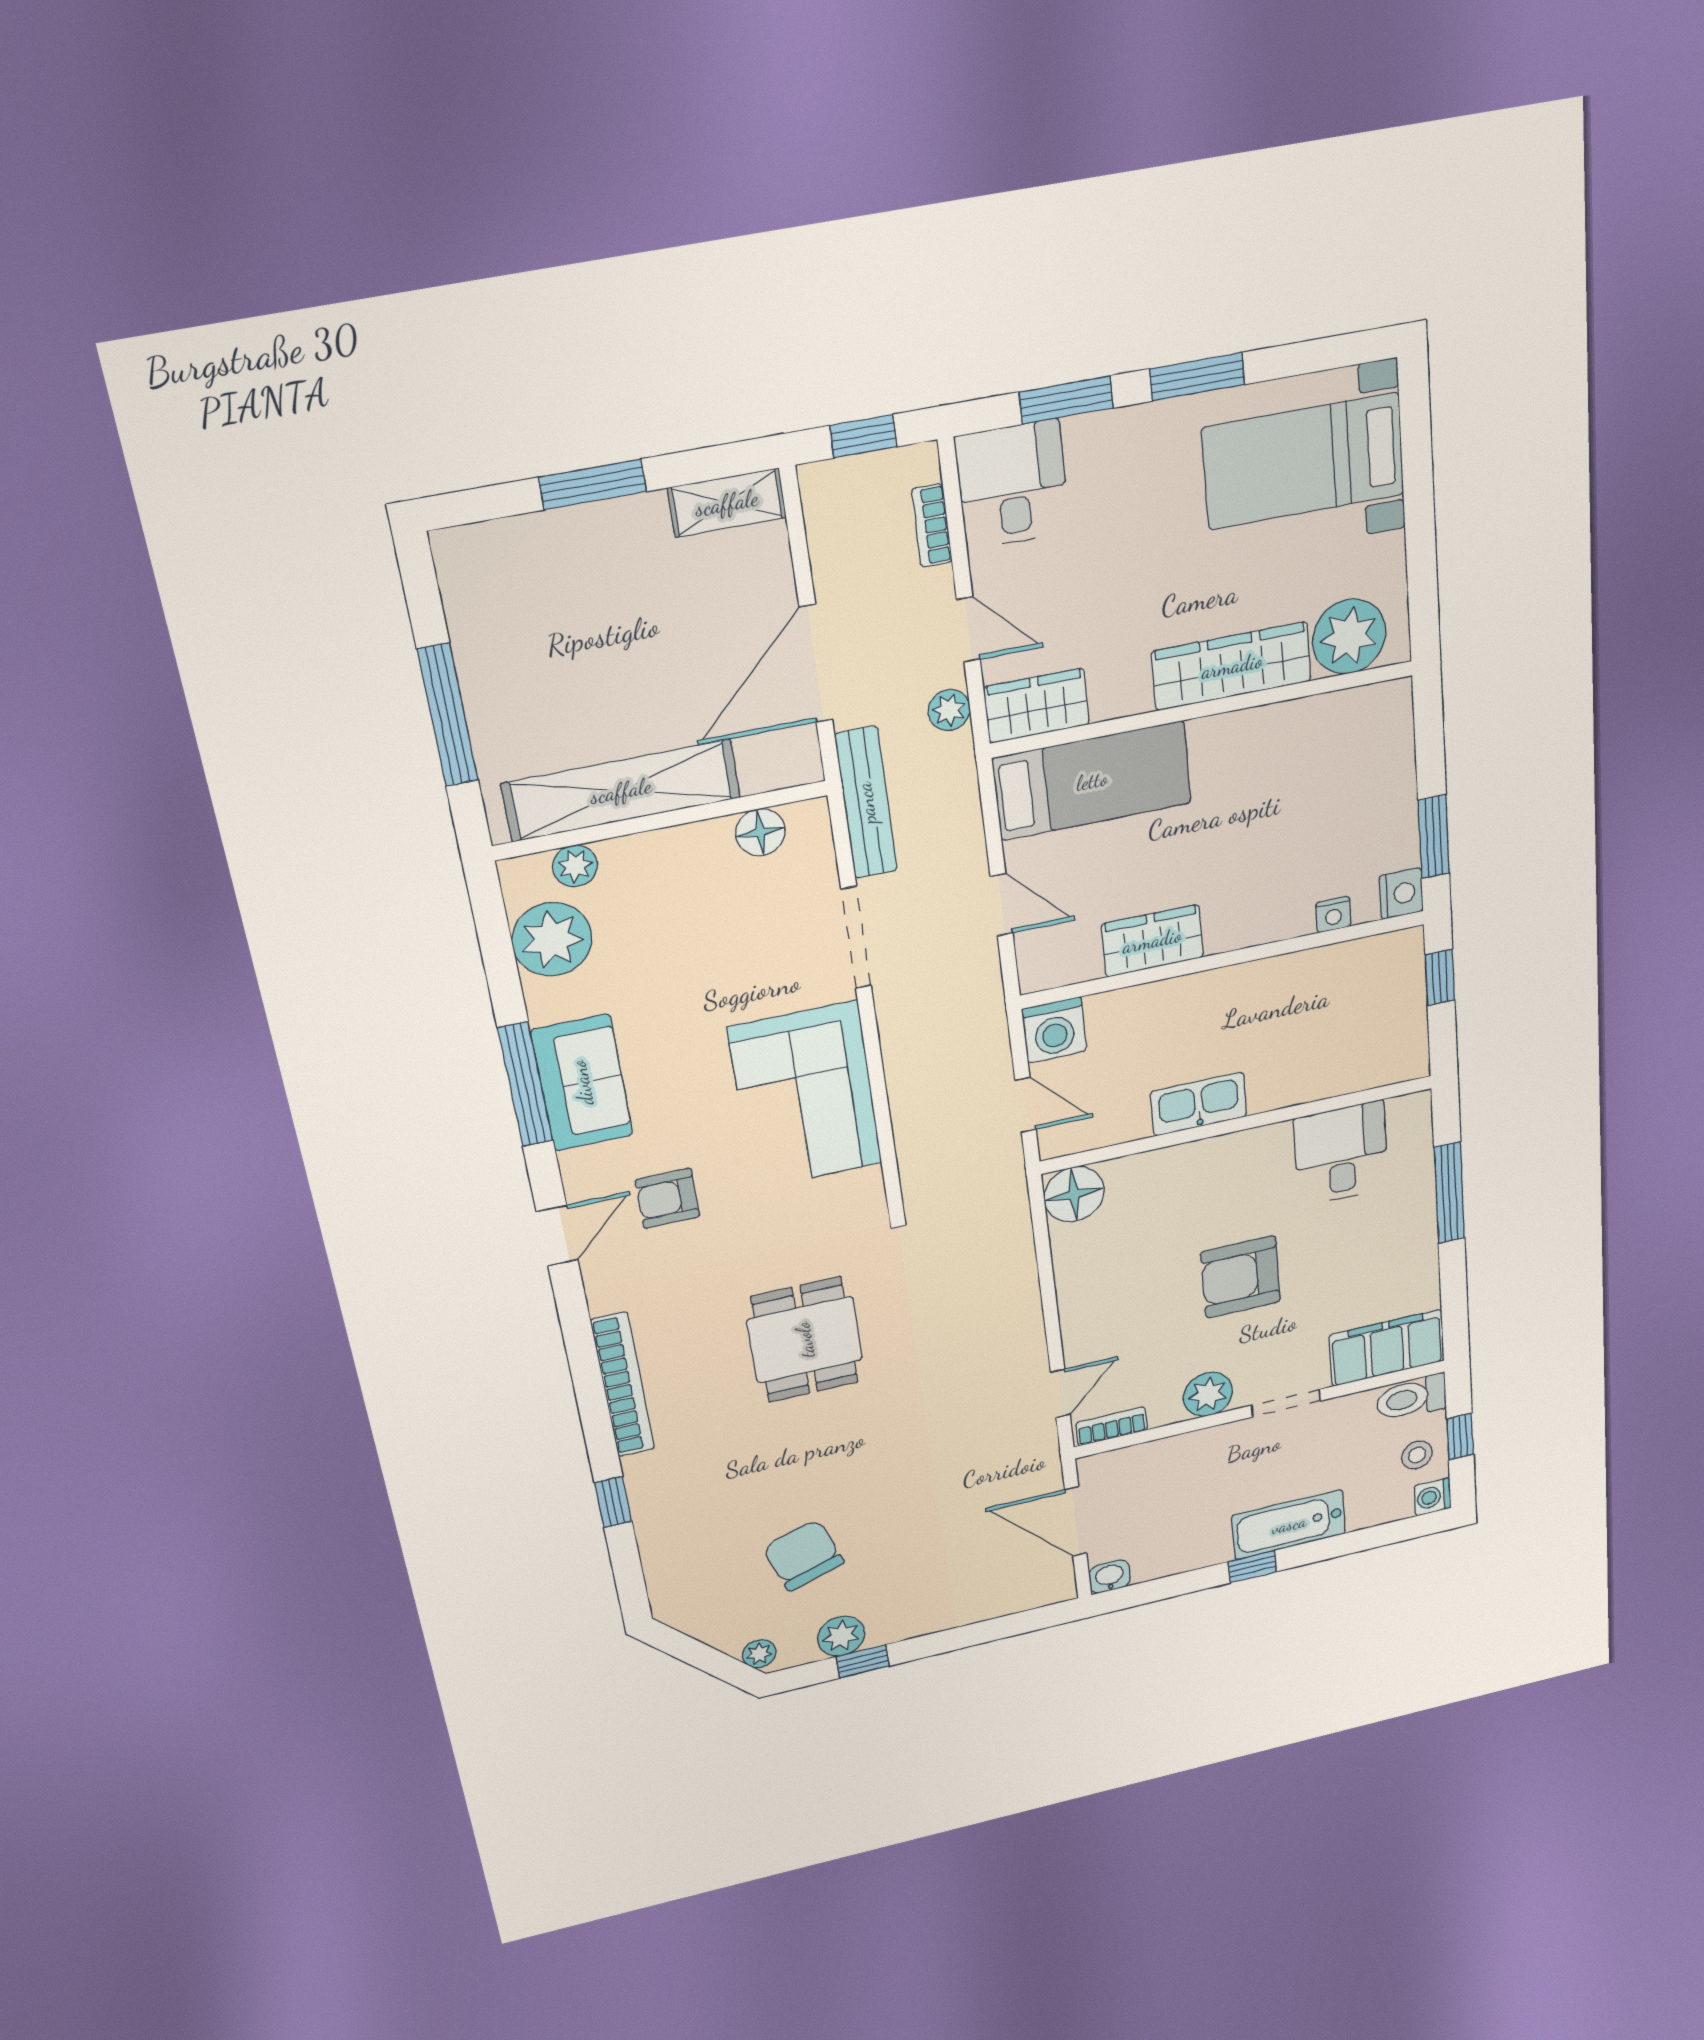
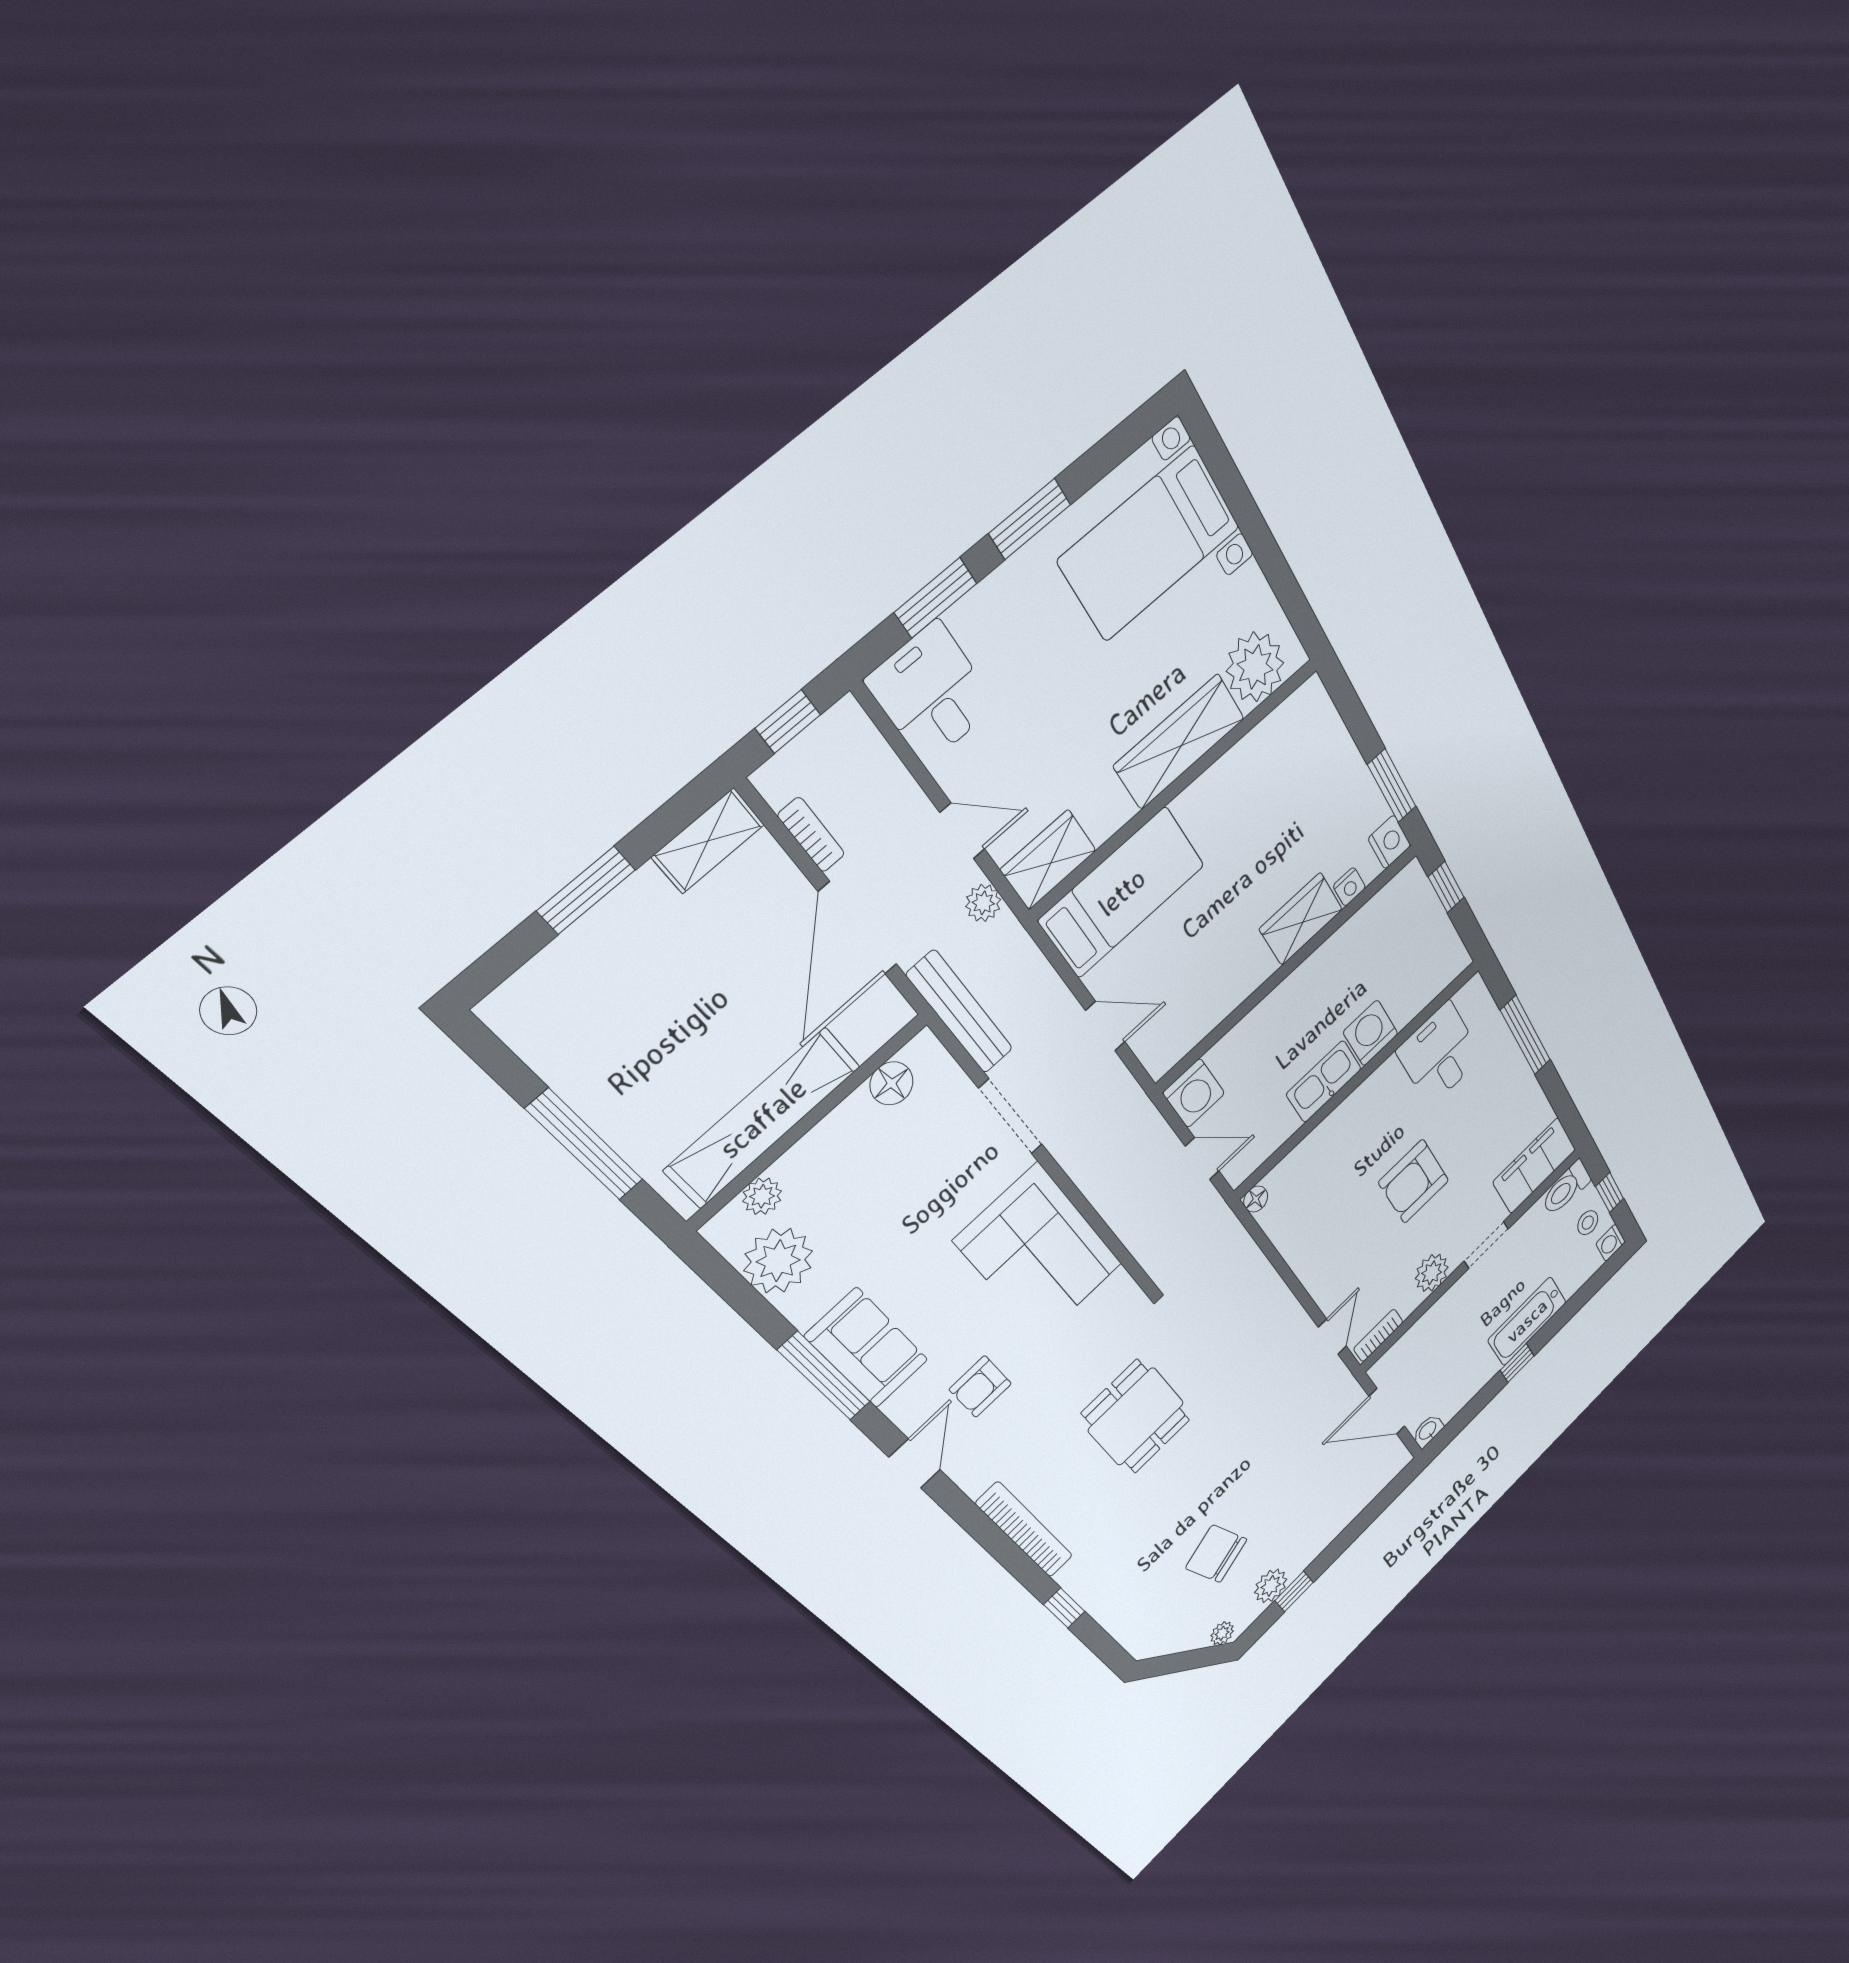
bookcase: (932, 526) -> (811, 835), moved, turned 180
wardrobe: (1152, 941) -> (1301, 919), moved
washing machine: (1277, 1083) -> (1371, 1033), added
floor lamp: (1074, 1194) -> (1256, 1199), width x0.53, depth x0.53

